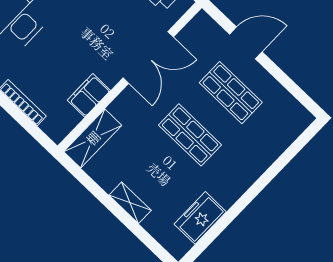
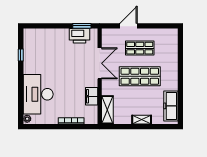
shop shelf: (190, 135) -> (140, 76), width x1.43, depth x1.36
freezer: (200, 218) -> (171, 106), width x1.40

